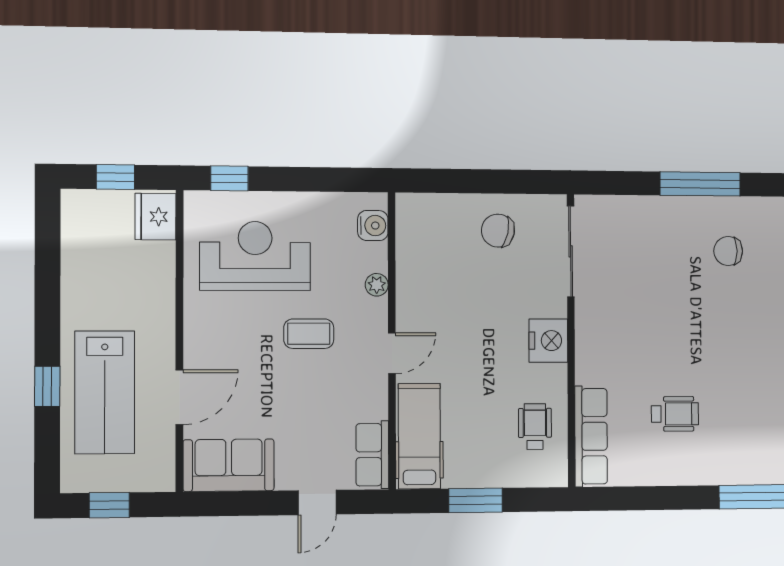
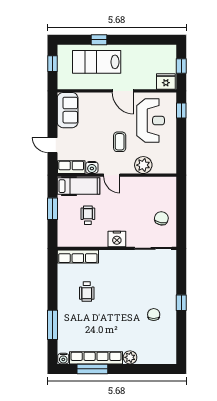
window: (700, 184) -> (181, 303), width x0.46
water cooler: (373, 226) -> (92, 168), moved
plant: (377, 285) -> (143, 165), width x1.88, depth x1.88
door: (179, 397) -> (123, 91), moved
wheelchair: (535, 427) -> (88, 215), moved, turned -90

